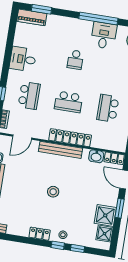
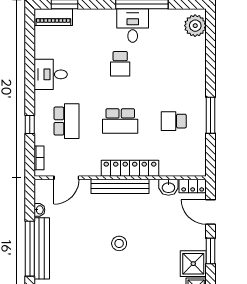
desk: (104, 35) -> (133, 25), moved
school desk: (108, 108) -> (174, 121), width x0.54

